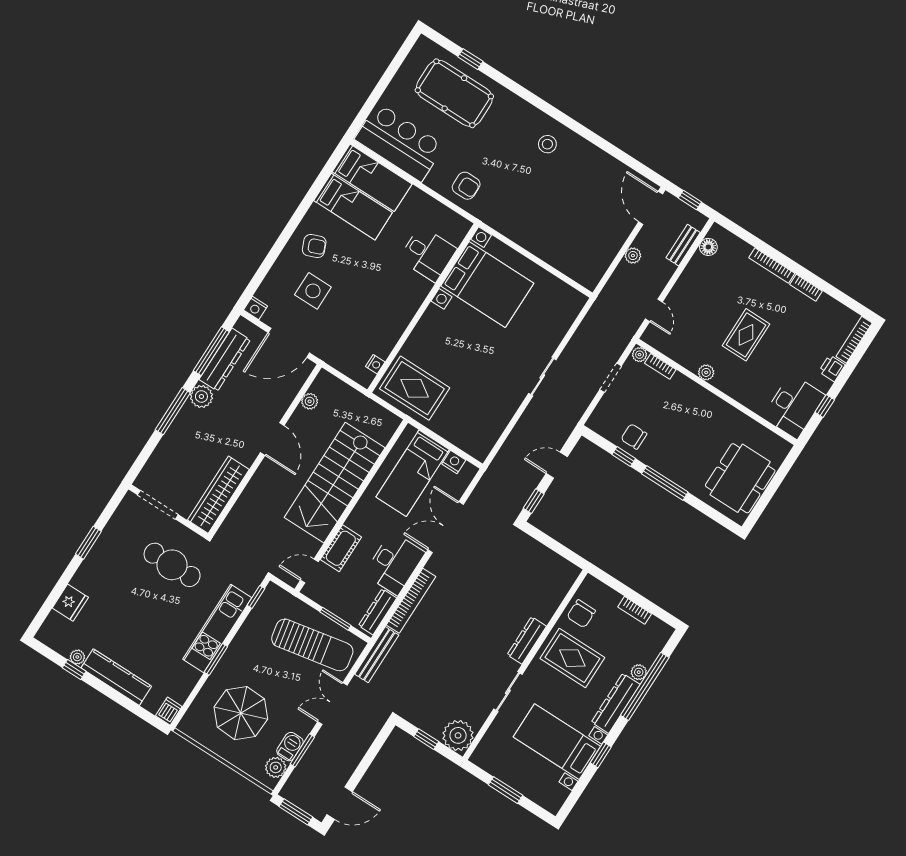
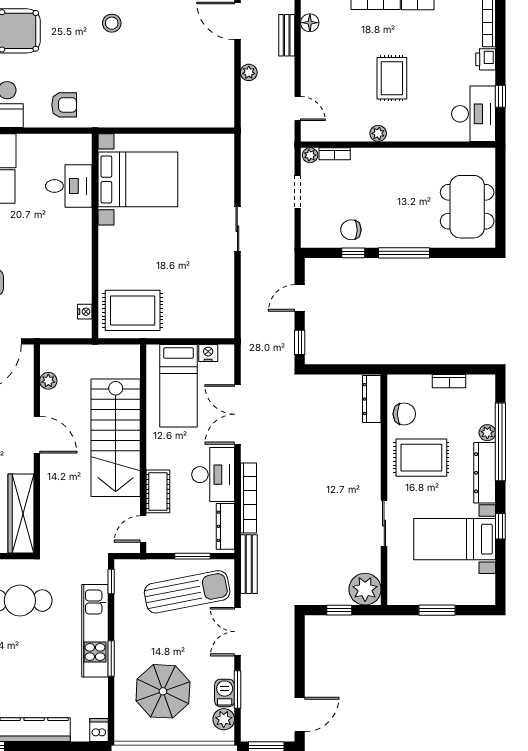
chair: (581, 614) -> (404, 414), turned -90
dresser: (527, 640) -> (372, 399), moved

